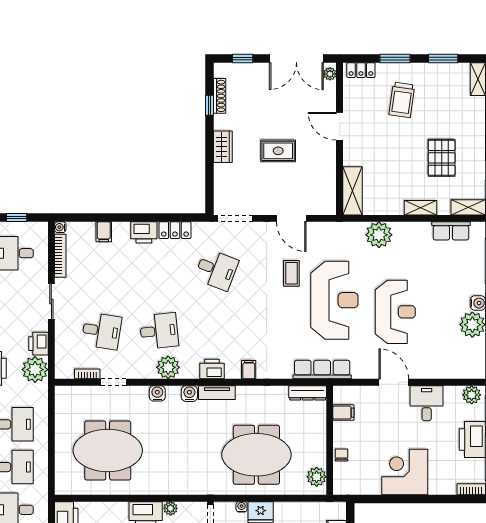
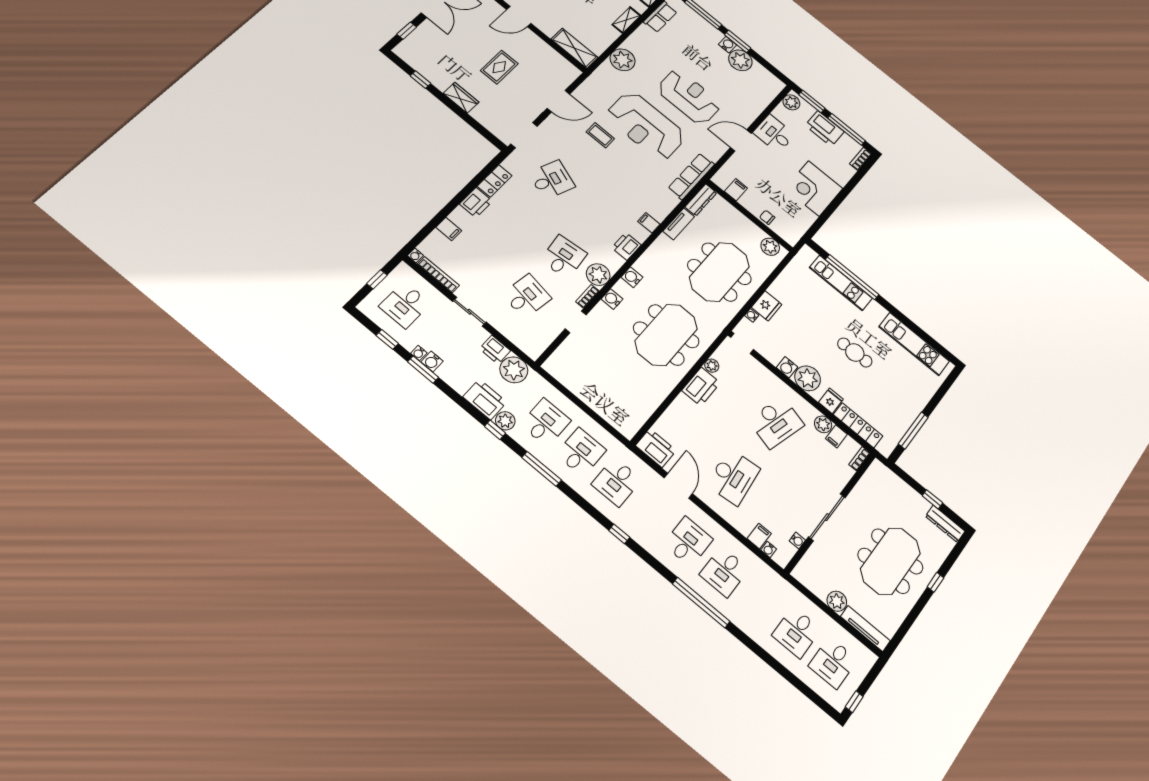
shoe rack: (220, 96) -> (420, 68), removed
reception desk: (334, 300) -> (646, 126), turned 180
bookcase: (87, 374) -> (587, 296), moved
tv unit: (217, 393) -> (679, 224), moved
meeting table: (108, 450) -> (666, 335), moved

